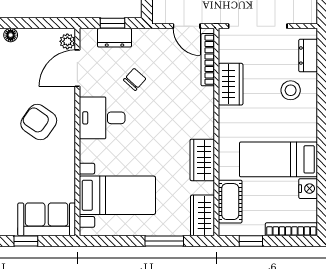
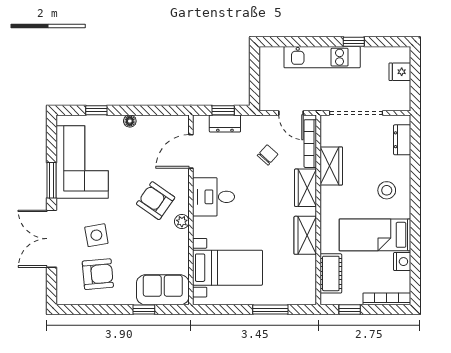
plant: (67, 41) -> (182, 222), moved
chair: (135, 79) -> (268, 155), moved
stool: (291, 90) -> (387, 190), moved
wardrobe: (203, 215) -> (306, 188), moved

